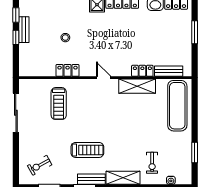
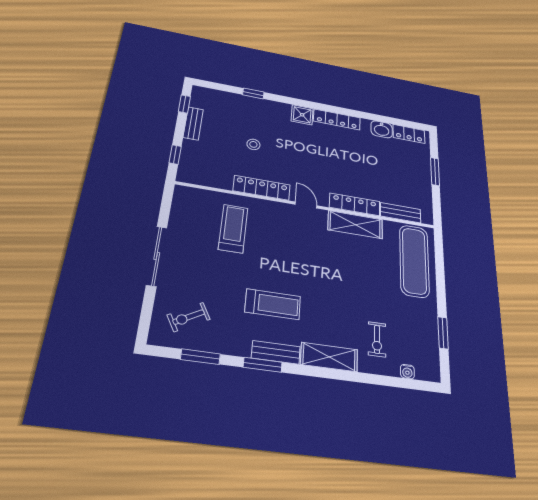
window: (16, 37) -> (175, 155), moved
locker: (68, 70) -> (262, 188), width x1.53
locker: (142, 71) -> (355, 204), width x1.53
treadmill: (59, 104) -> (233, 228), turned 180
sliding door: (16, 113) -> (157, 256), moved

